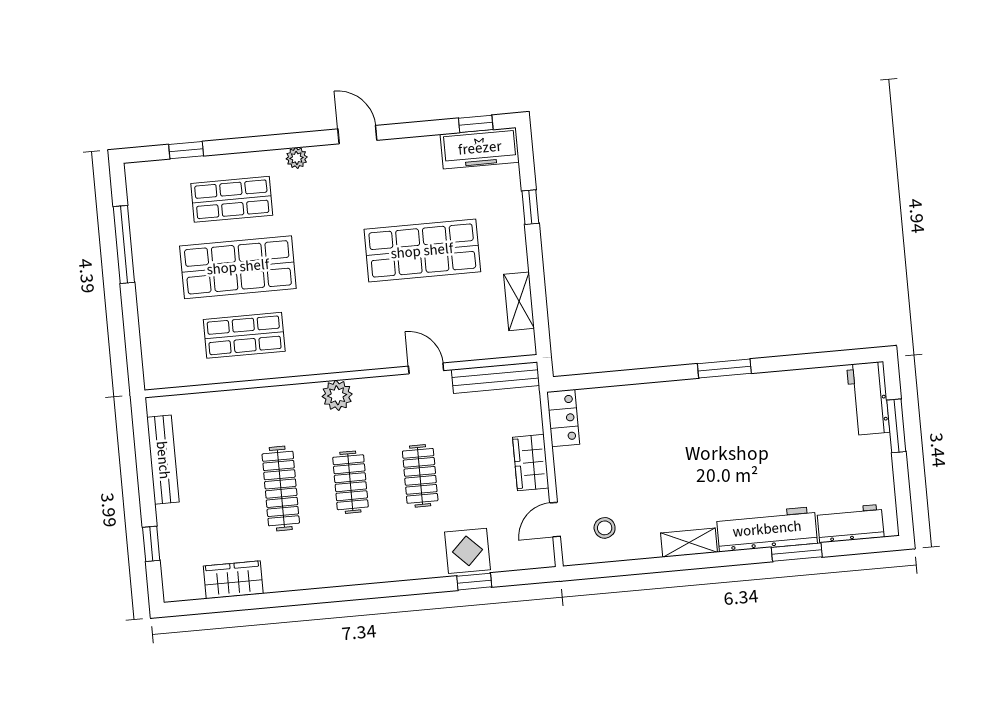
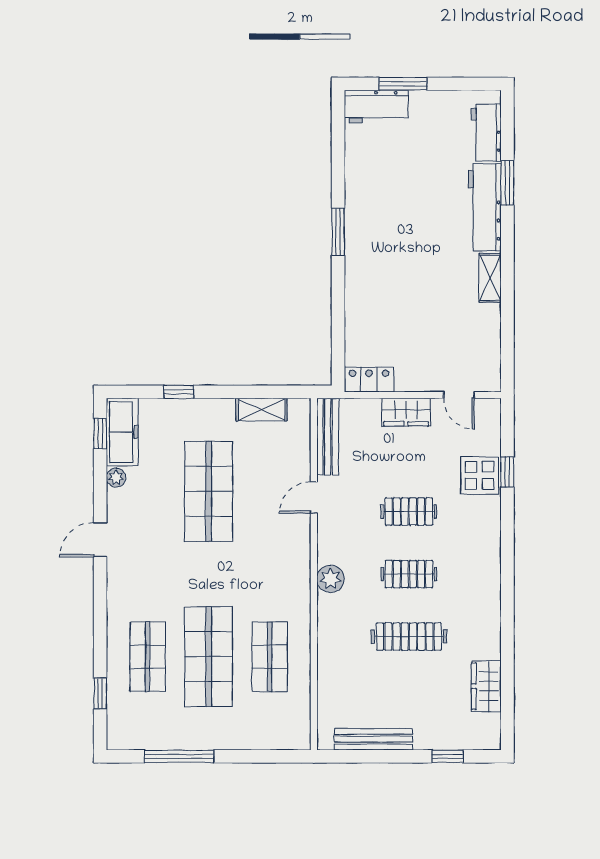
plant: (297, 158) -> (116, 478), moved
stool: (605, 528) -> (470, 352), removed

